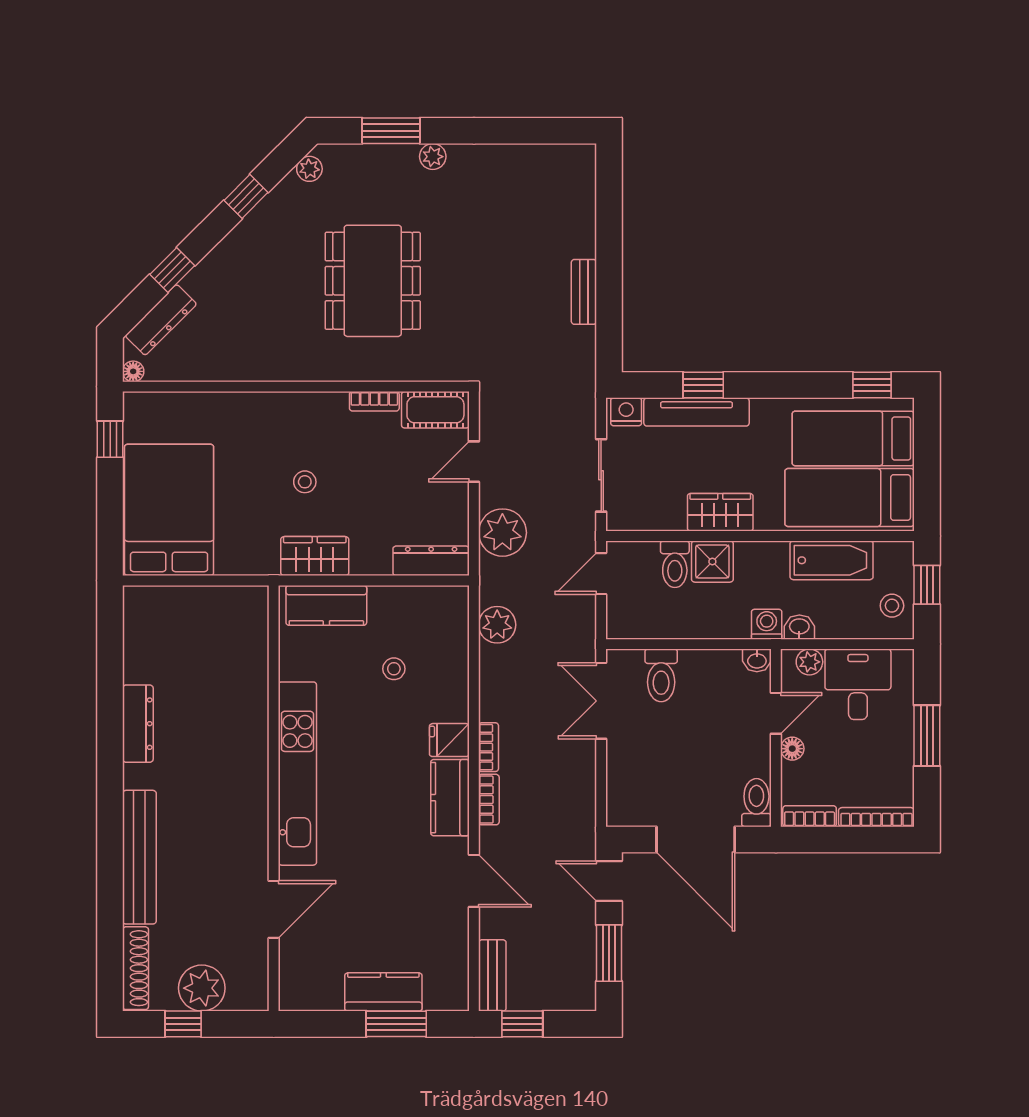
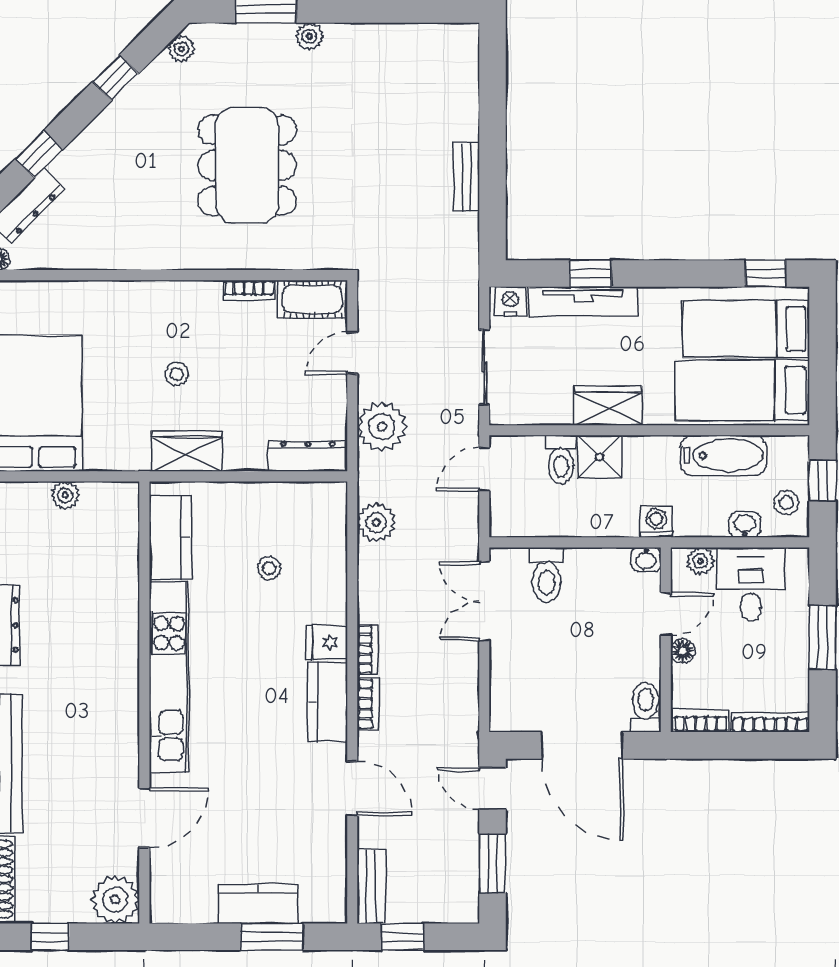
plant: (198, 599) -> (65, 495), added
kitchen counter: (326, 605) -> (170, 537), moved, turned -90
washbasin: (799, 627) -> (745, 525), moved
plant: (202, 988) -> (115, 900), moved

